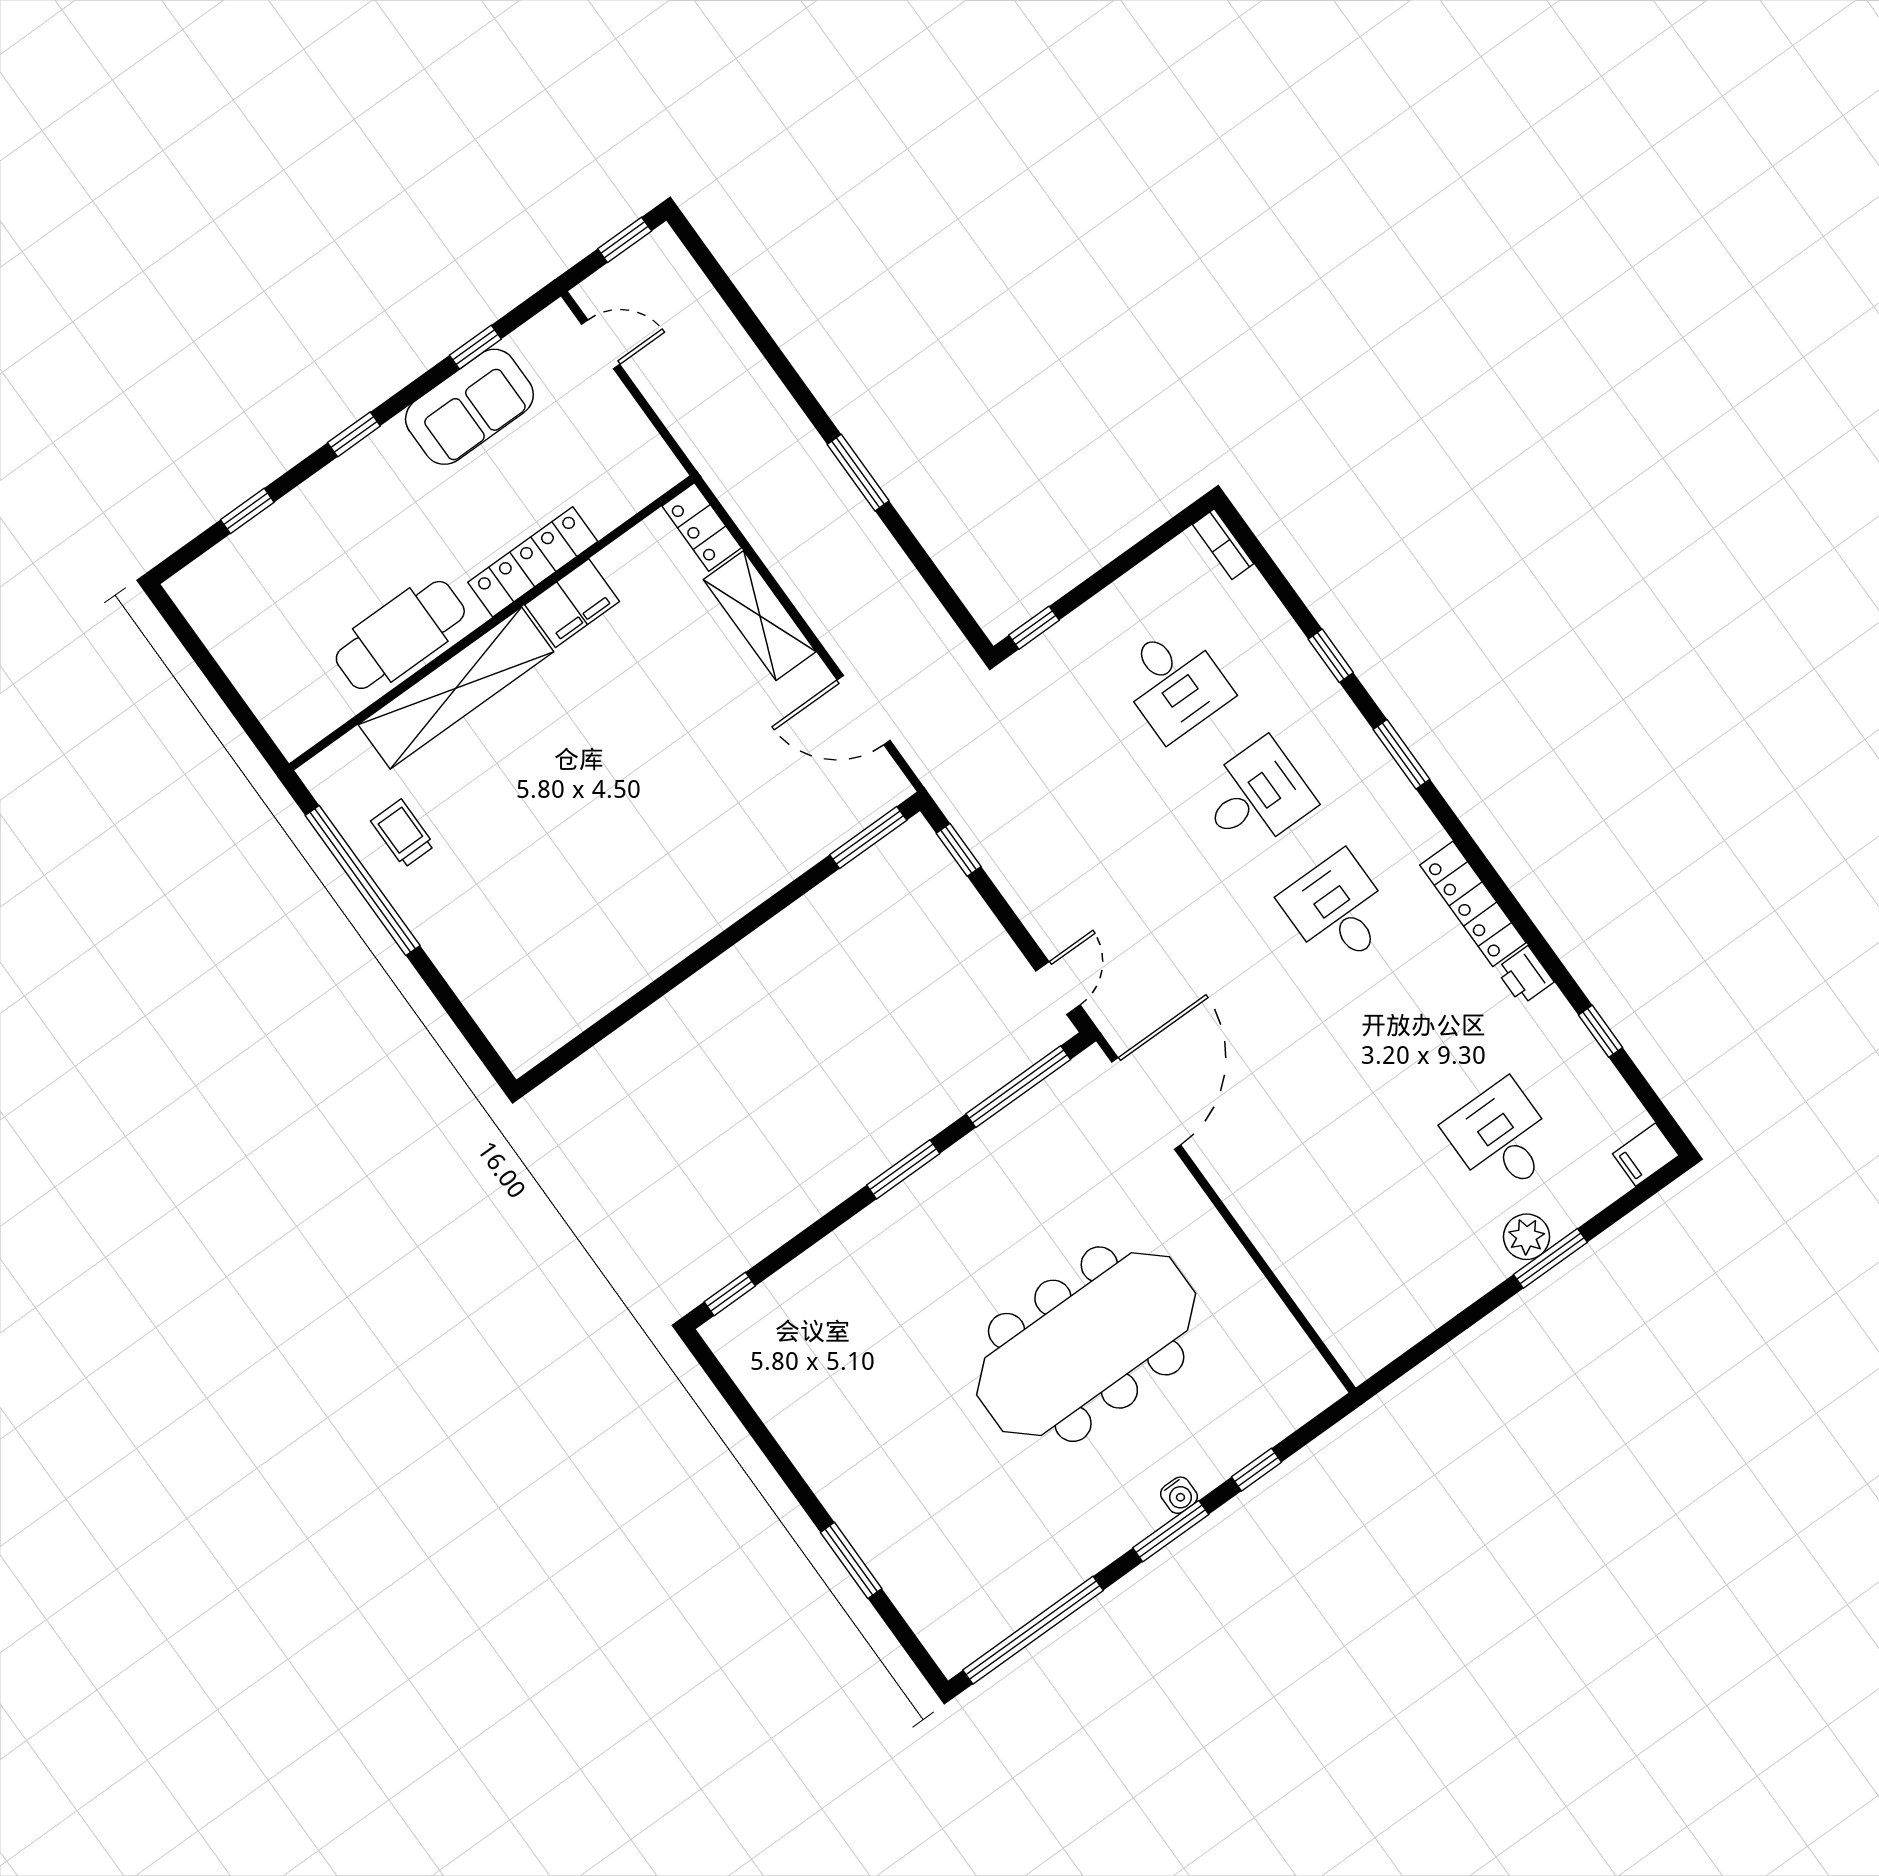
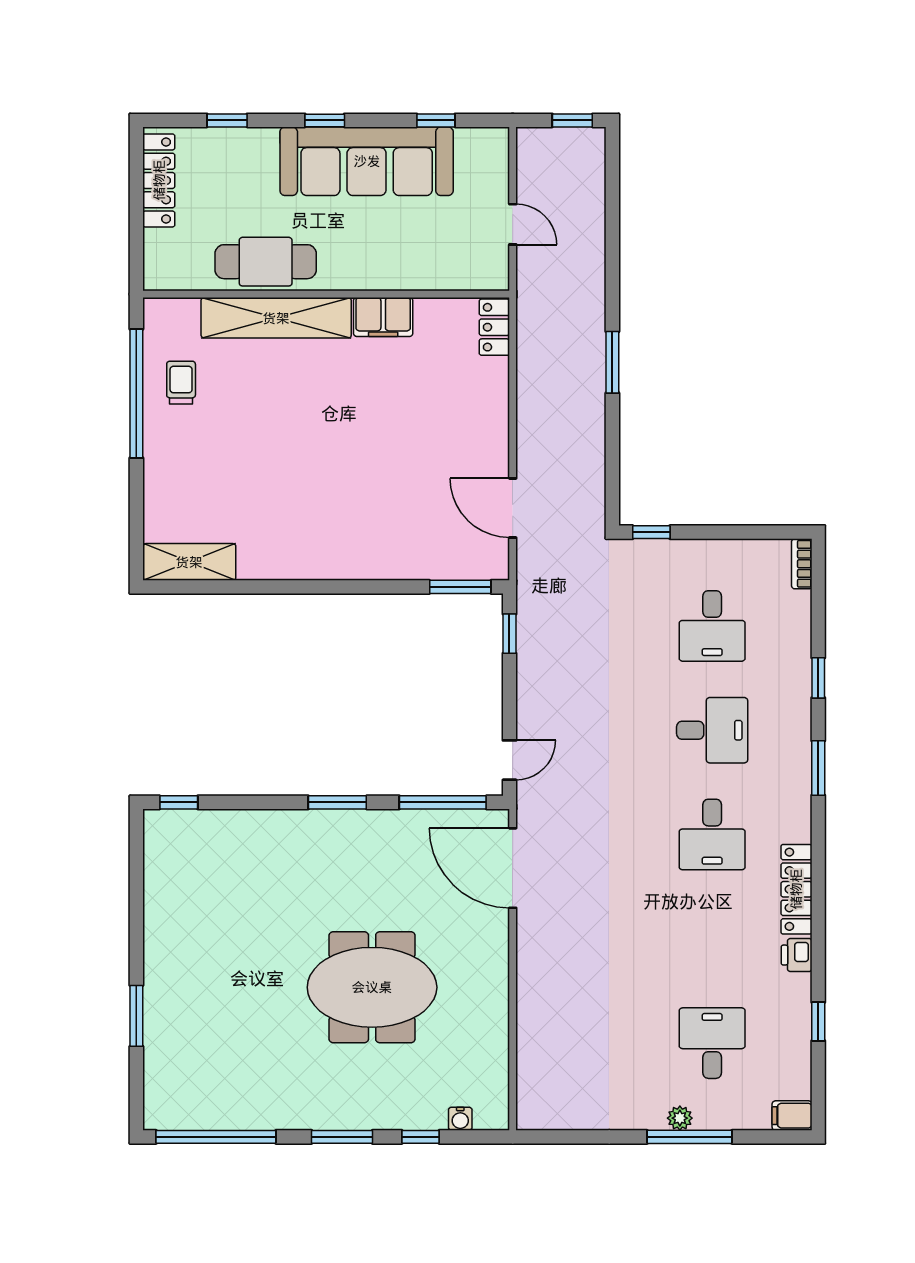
door: (601, 344) -> (513, 224), moved
sofa: (469, 407) -> (367, 161), width x1.85, depth x1.27
locker: (533, 562) -> (159, 180), moved, turned 90
shelving: (760, 616) -> (189, 562), moved, turned 90
desk: (1338, 910) -> (712, 835), turned 180
door: (1146, 1104) -> (513, 868), swing flipped
plant: (1527, 1237) -> (680, 1118), width x0.73, depth x0.73
window: (1550, 1258) -> (689, 1137), width x1.44
meeting table: (1086, 1344) -> (372, 987), width x0.73
water cooler: (1179, 1495) -> (460, 1119), moved

